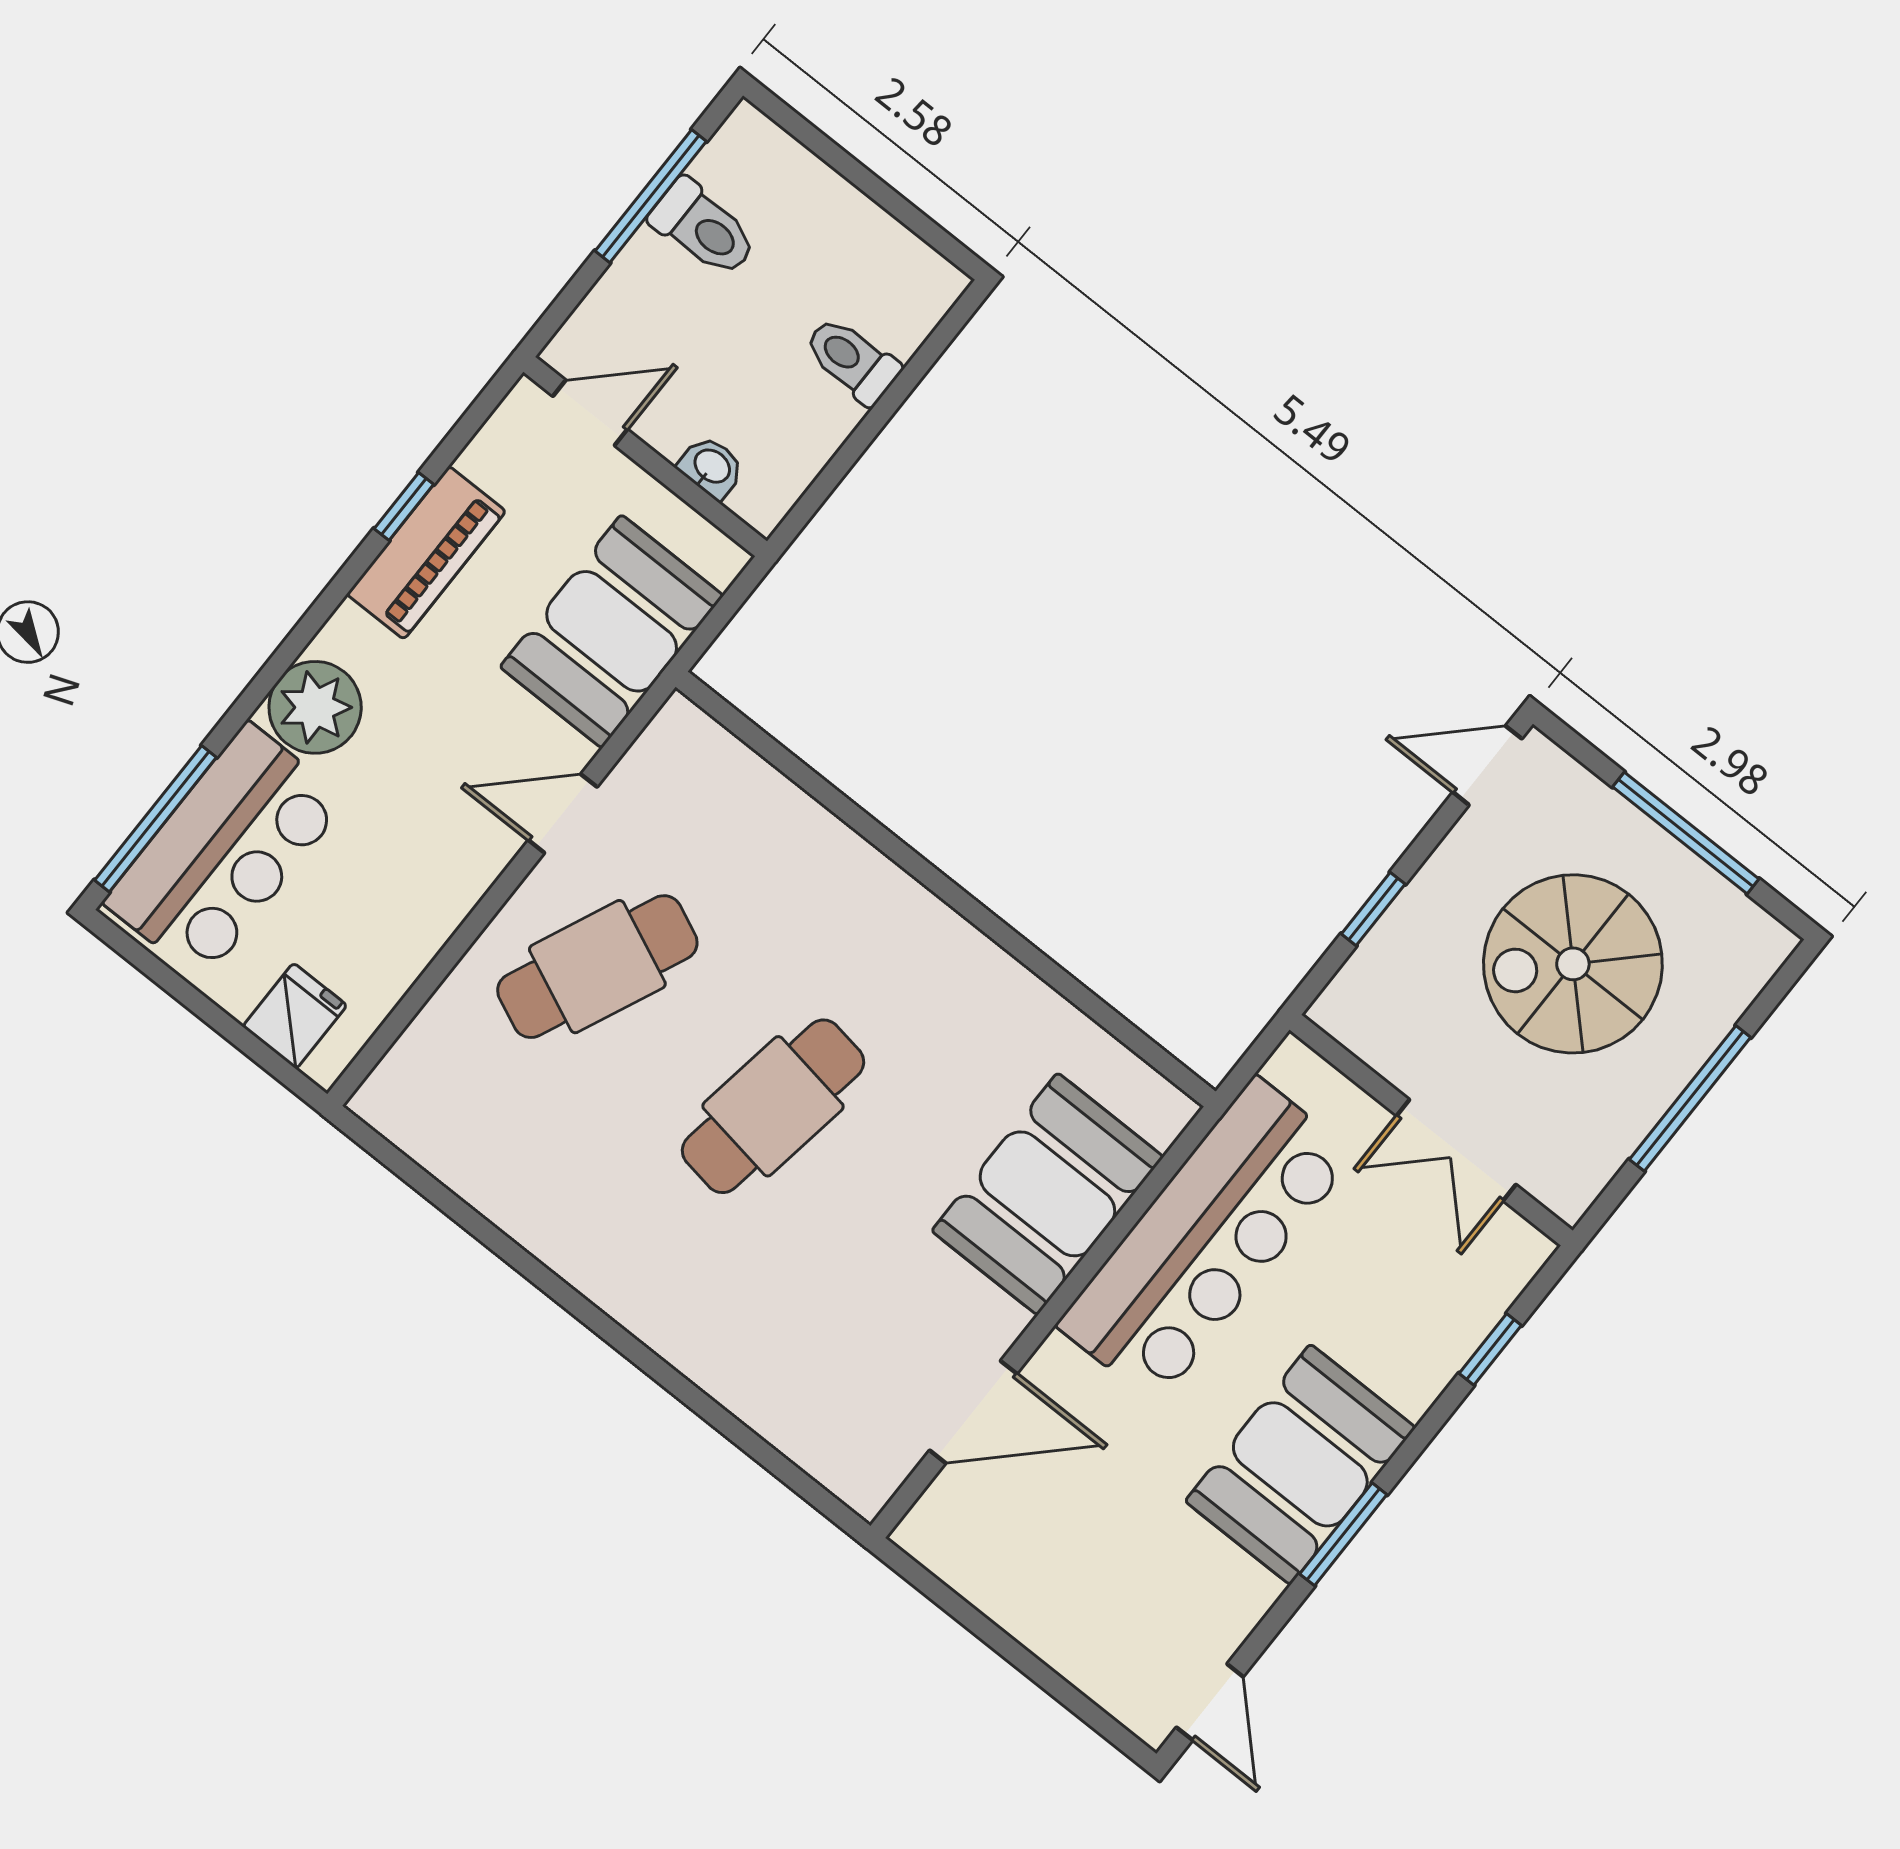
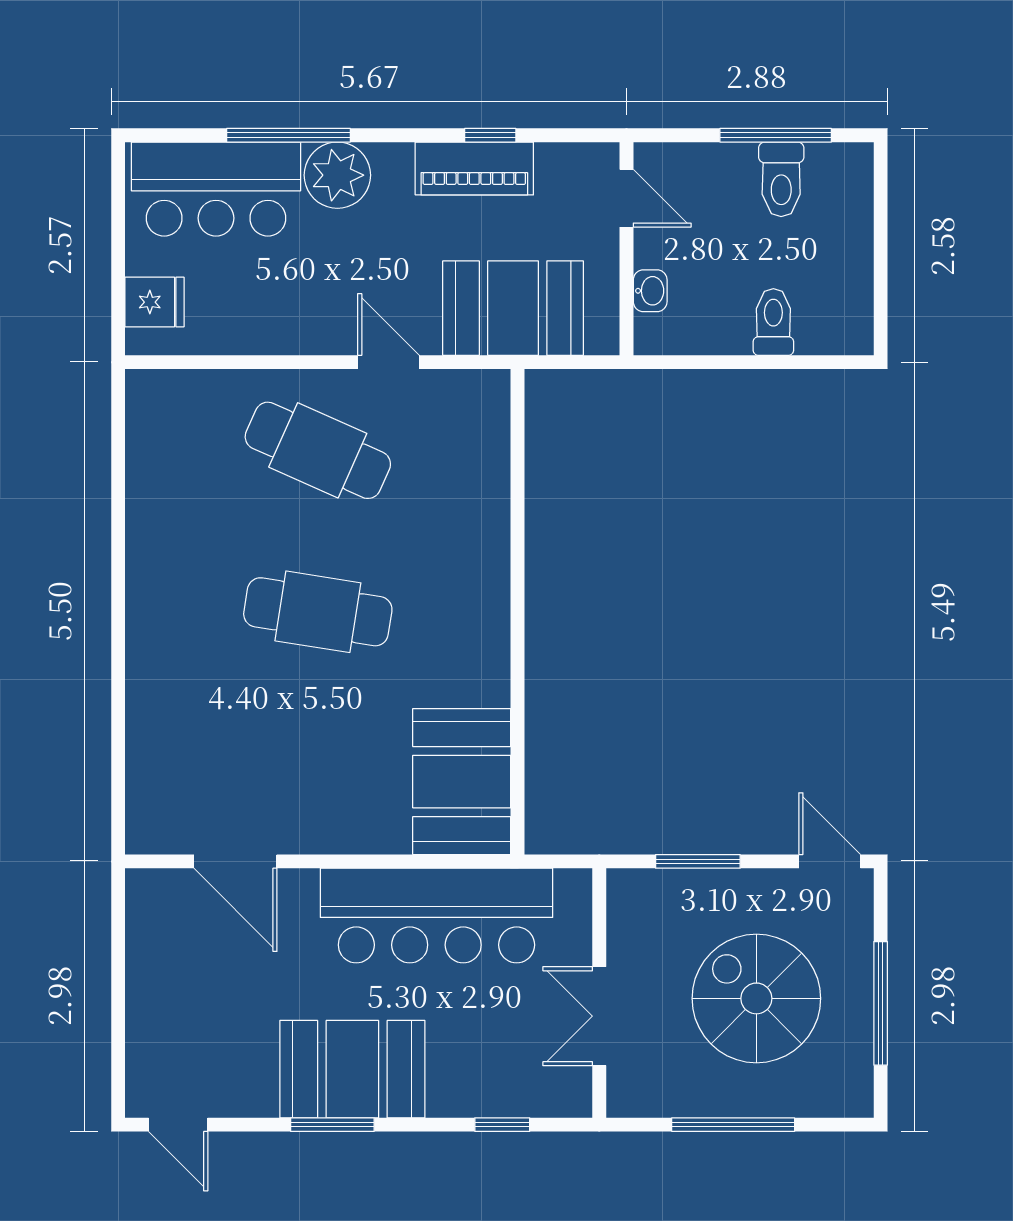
window: (155, 819) -> (288, 135), moved
window: (1373, 909) -> (698, 861), width x1.50
booth: (1047, 1194) -> (462, 782), moved, turned 90
door: (1210, 1702) -> (178, 1125), hinge flipped

